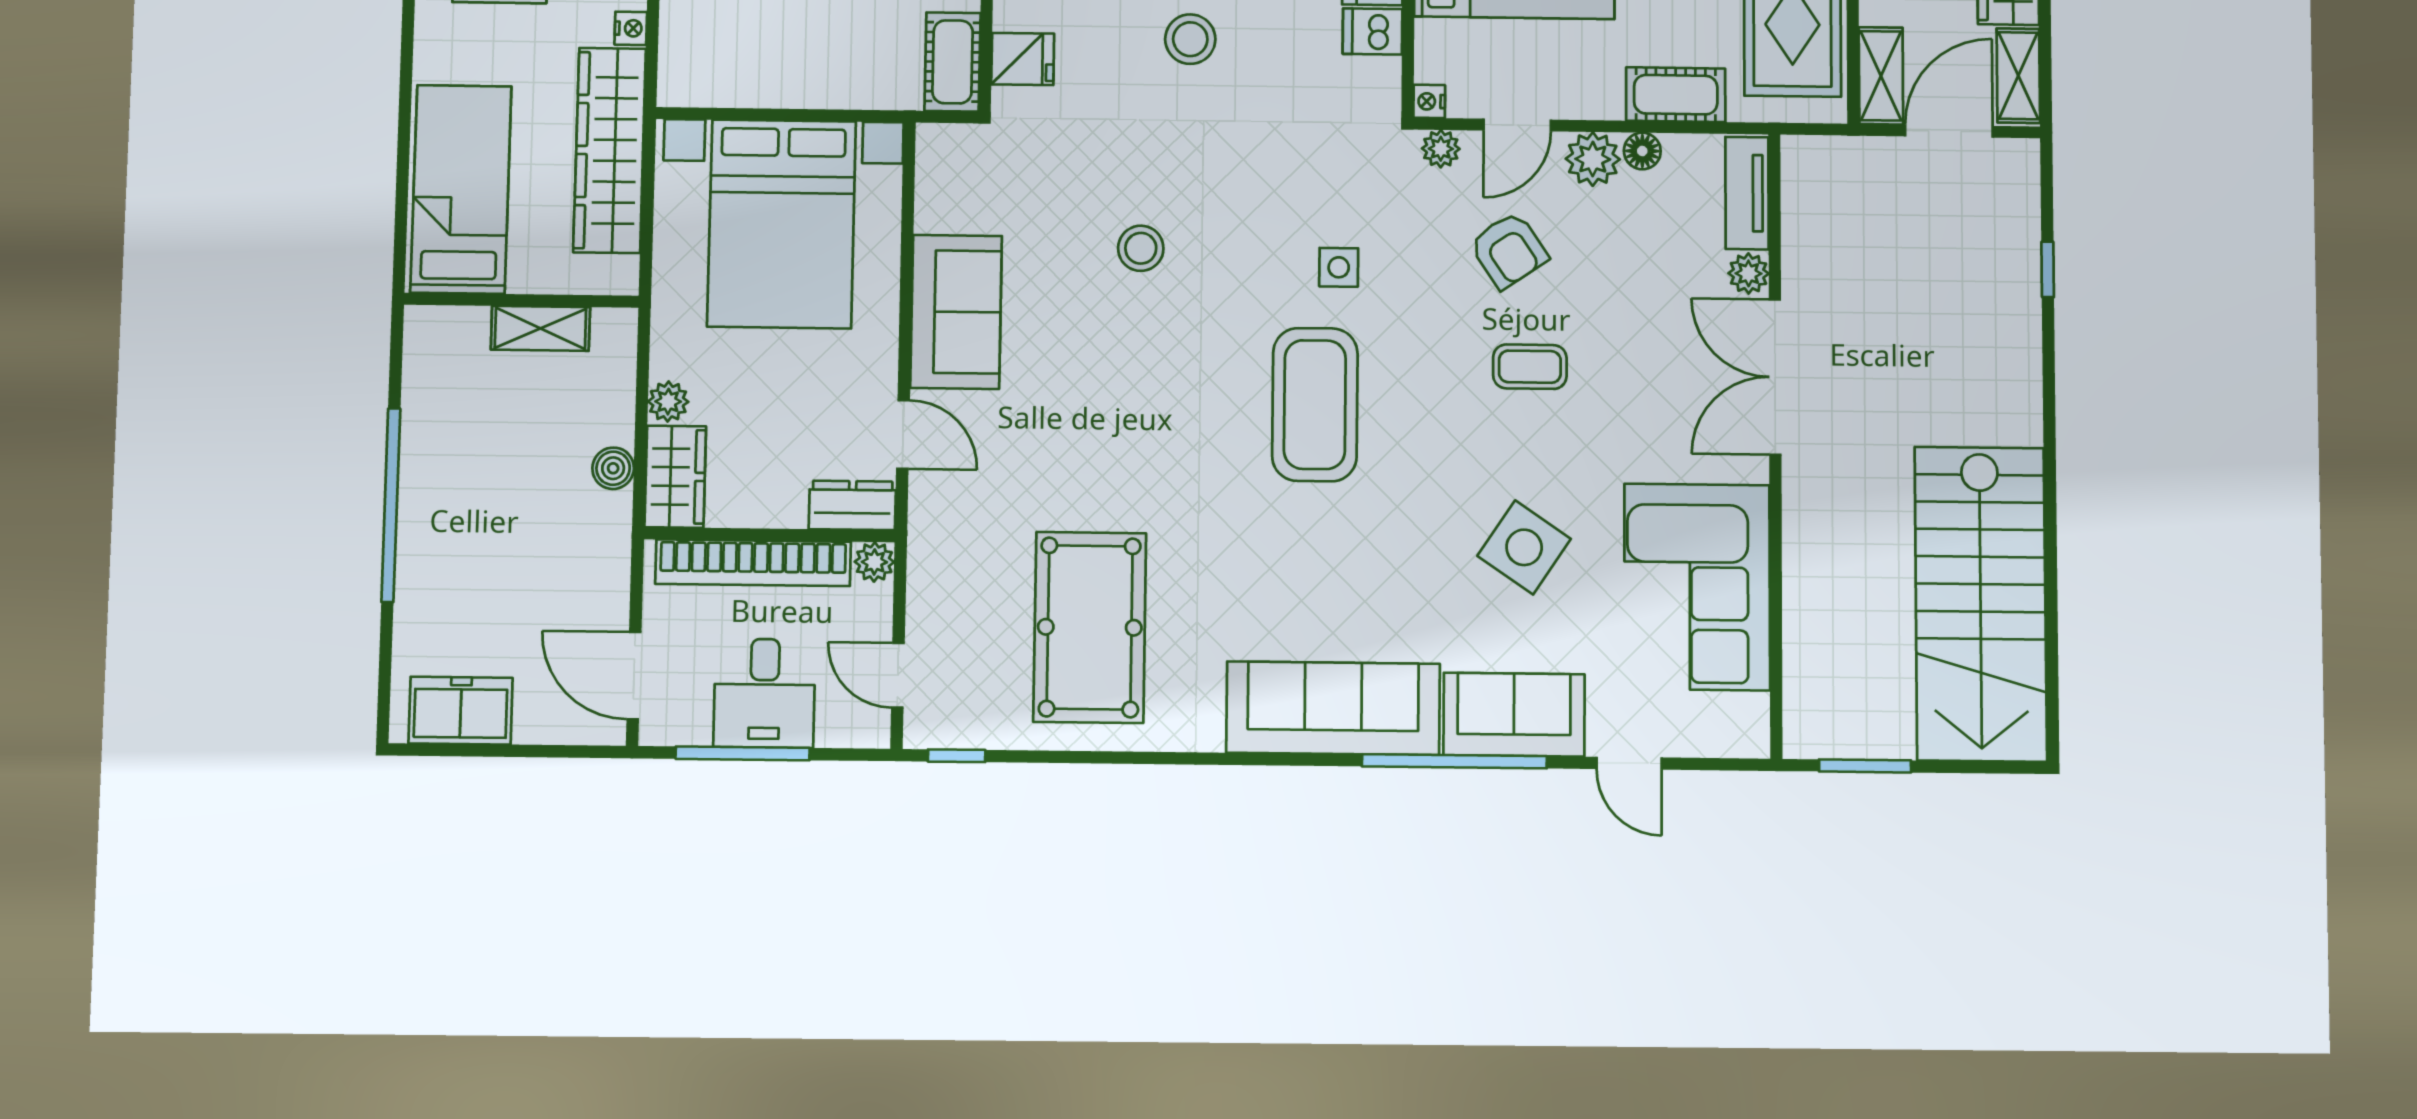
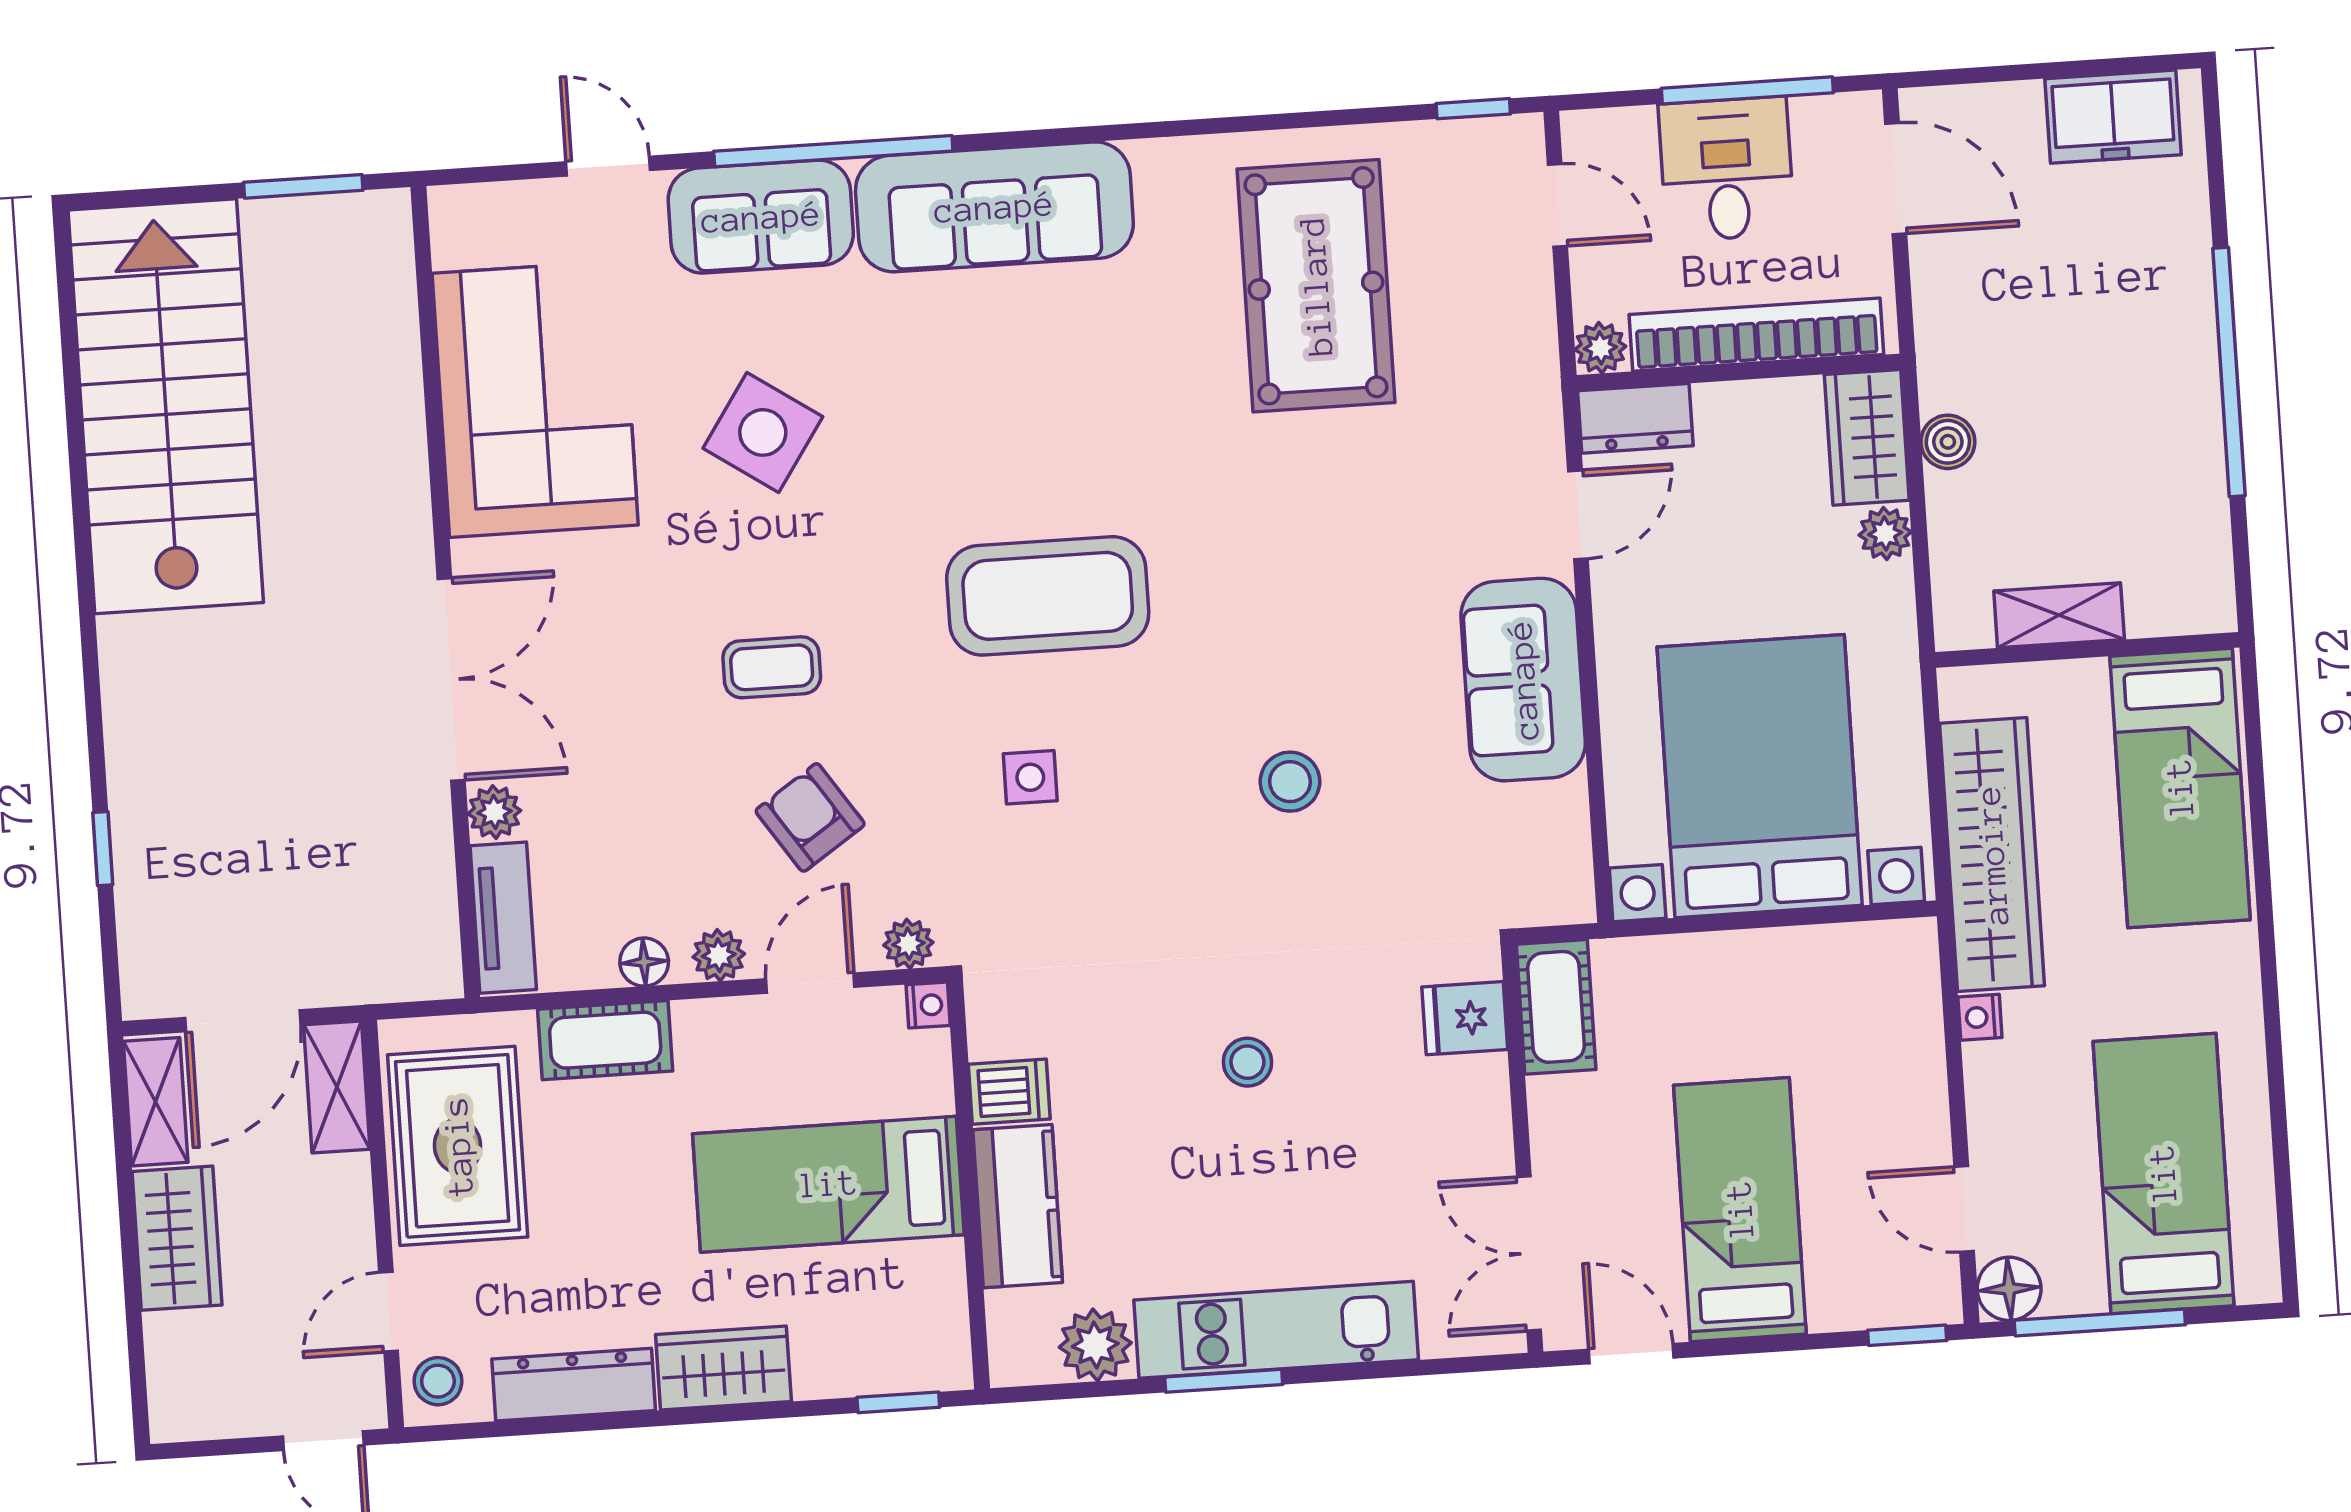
stool: (1190, 39) -> (1247, 1062), width x0.73, depth x0.73
plant: (1593, 159) -> (719, 955), width x0.73, depth x0.73
coffee table: (1315, 405) -> (1048, 596), turned 90
door: (903, 435) -> (1578, 515), swing flipped

